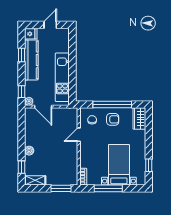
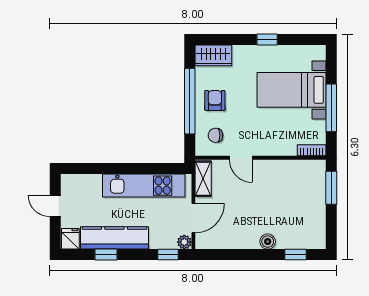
window: (149, 165) -> (267, 39), moved
shelving: (35, 180) -> (203, 179), moved

